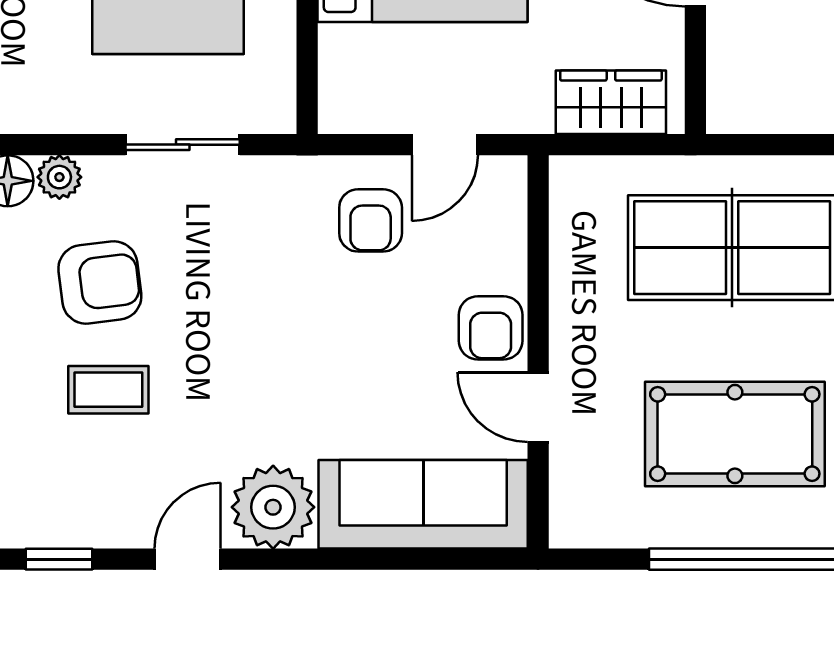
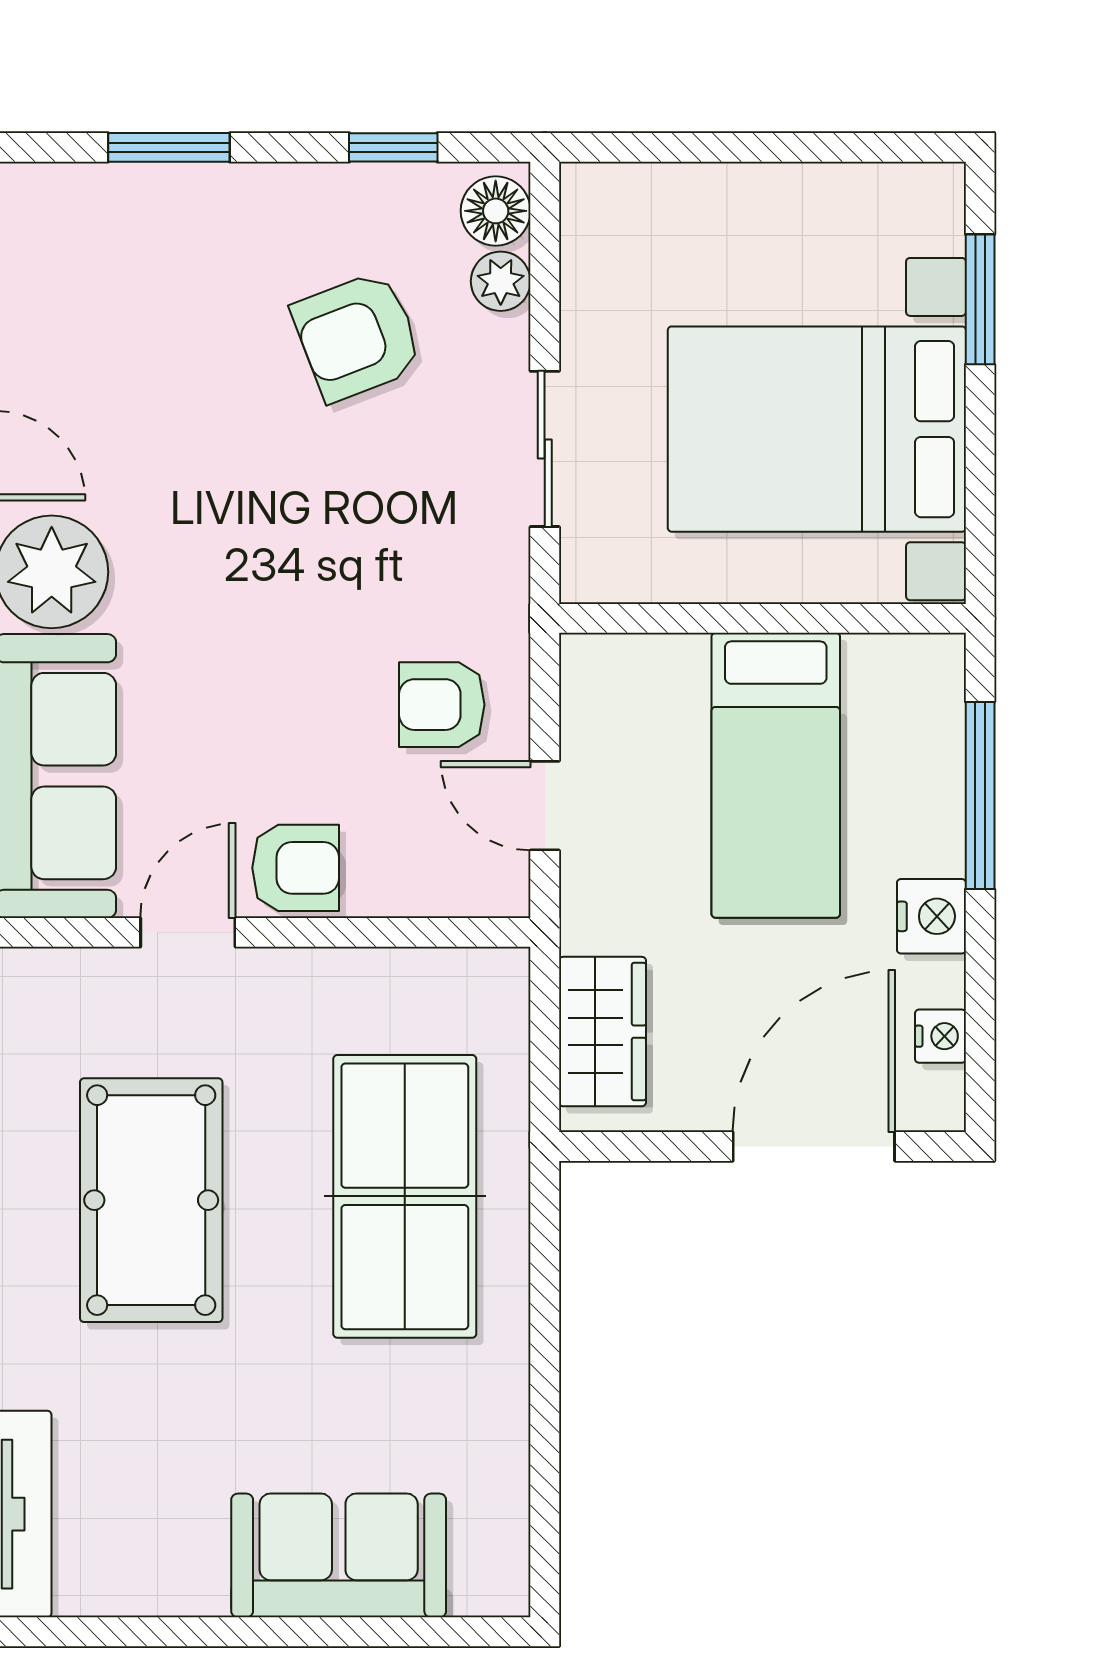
armchair: (100, 282) -> (357, 336), turned 76
armchair: (491, 328) -> (296, 868), turned 180
coffee table: (108, 390) -> (211, 348), removed

